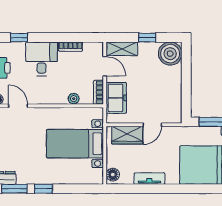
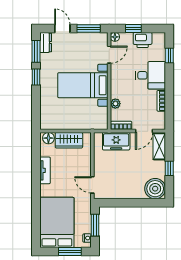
door: (152, 125) -> (92, 185), moved
wardrobe: (127, 135) -> (69, 140), moved, turned -90
bed with nightstands: (75, 144) -> (83, 85), moved, turned -90

